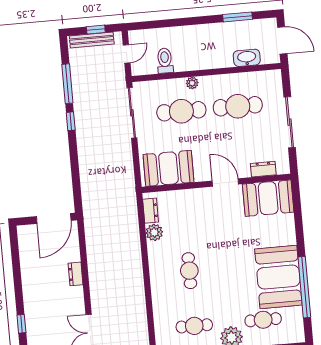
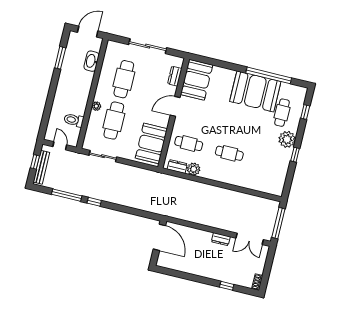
sliding door: (132, 113) -> (103, 156), width x0.73
dresser: (76, 274) -> (221, 239), moved
cafe table: (194, 326) -> (189, 144), moved, turned 90

